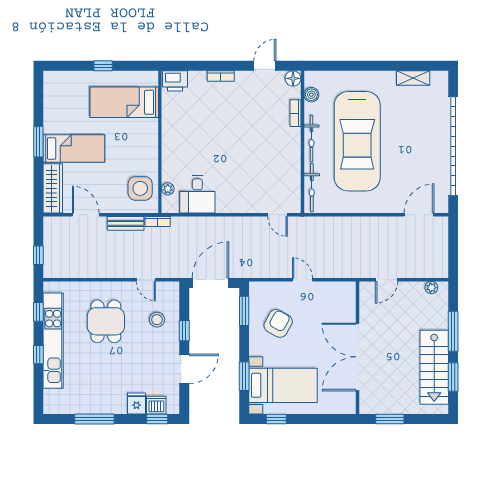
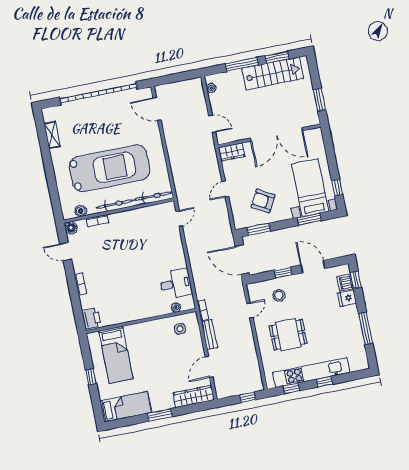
bed: (74, 148) -> (126, 407), moved, turned 90
side table: (140, 188) -> (180, 329), width x0.54, depth x0.54
wardrobe: (347, 297) -> (232, 152), added

